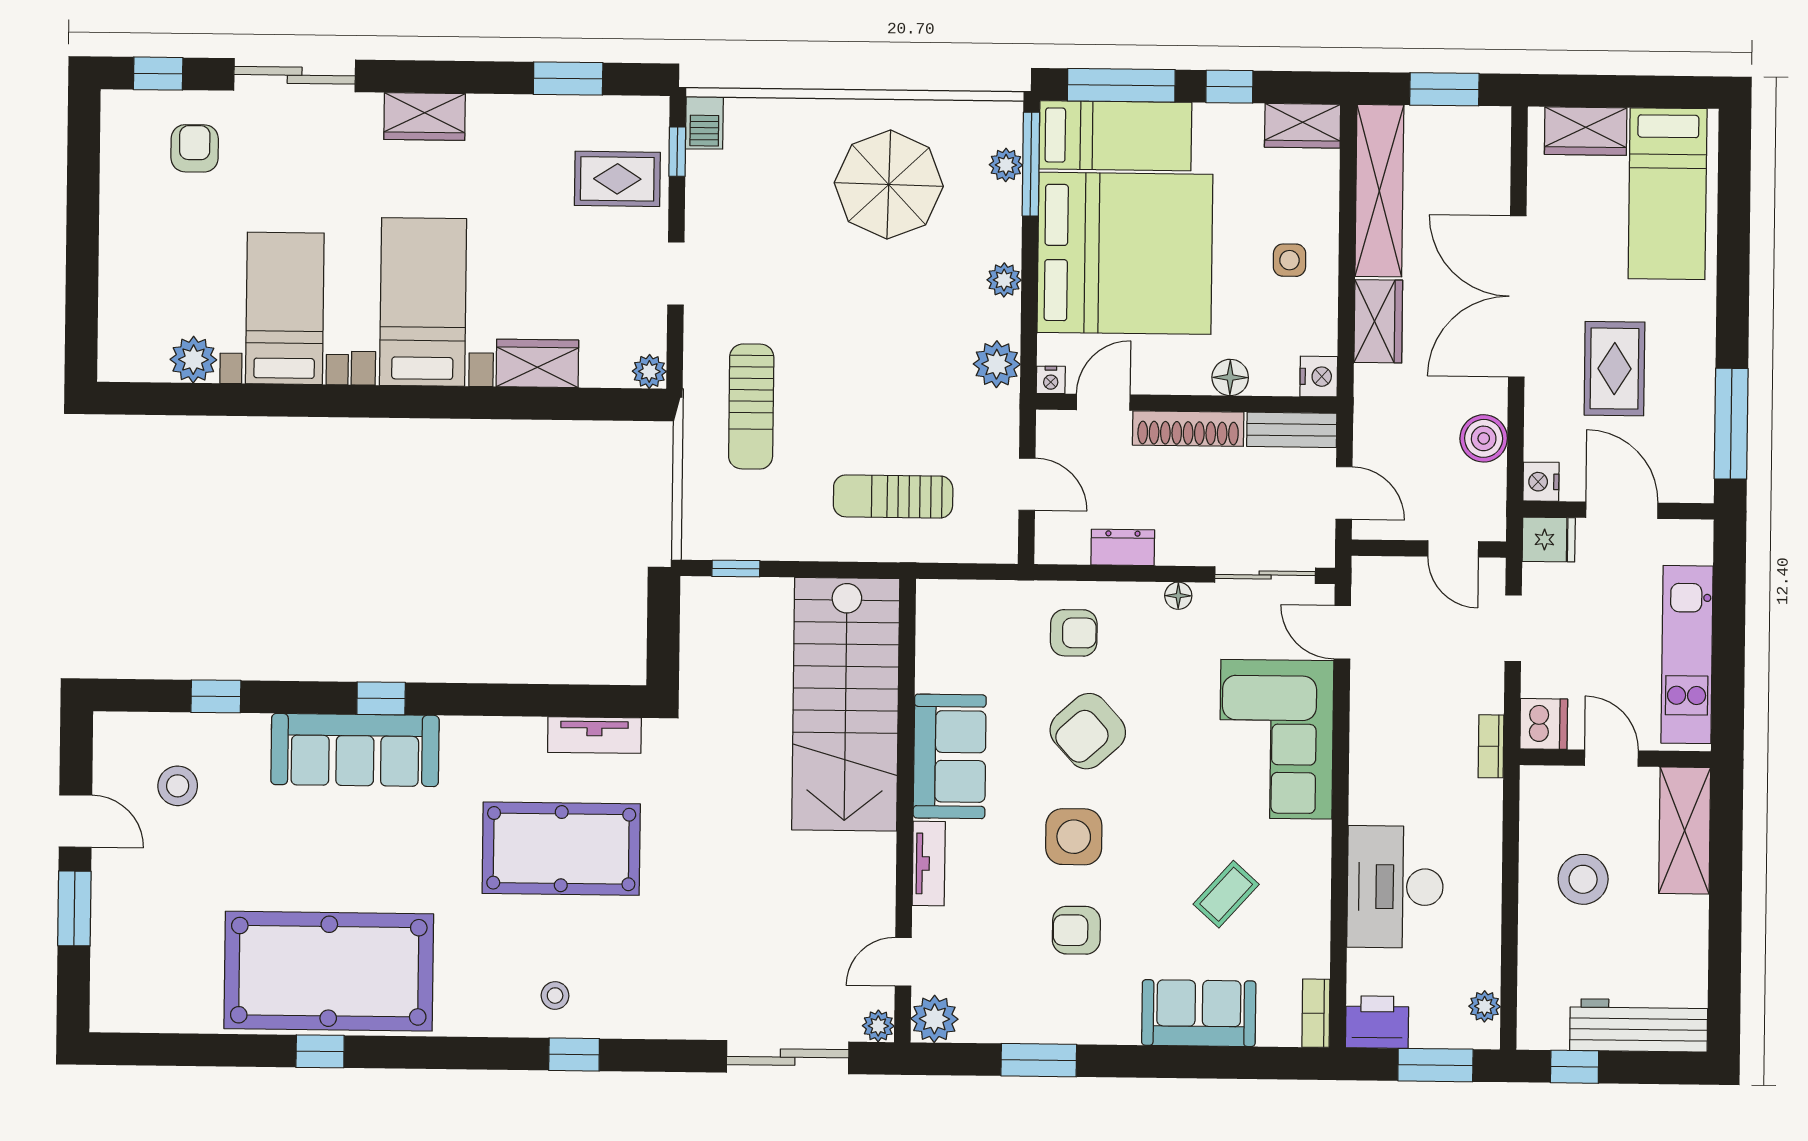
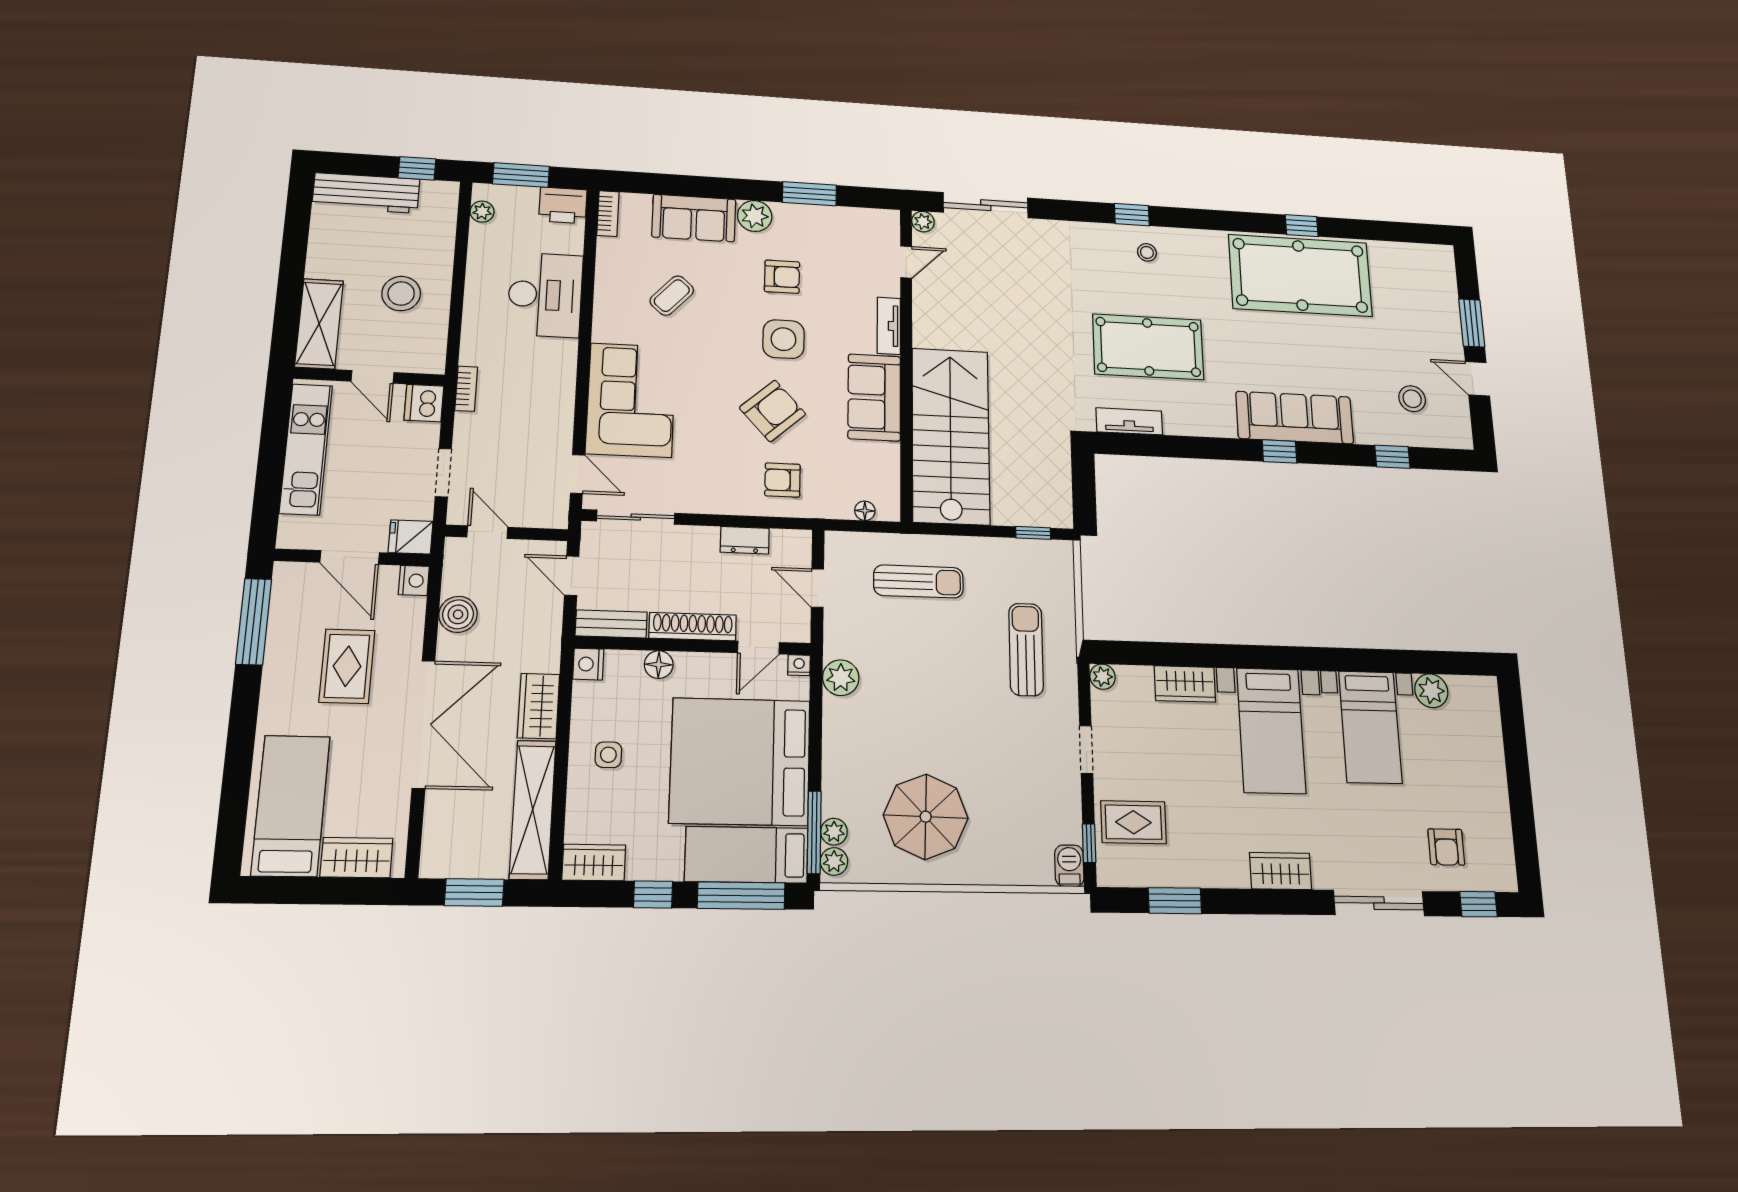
plant: (1004, 280) -> (834, 861), moved
floor lamp: (1178, 596) -> (865, 511), moved
plant: (934, 1019) -> (755, 216), moved

